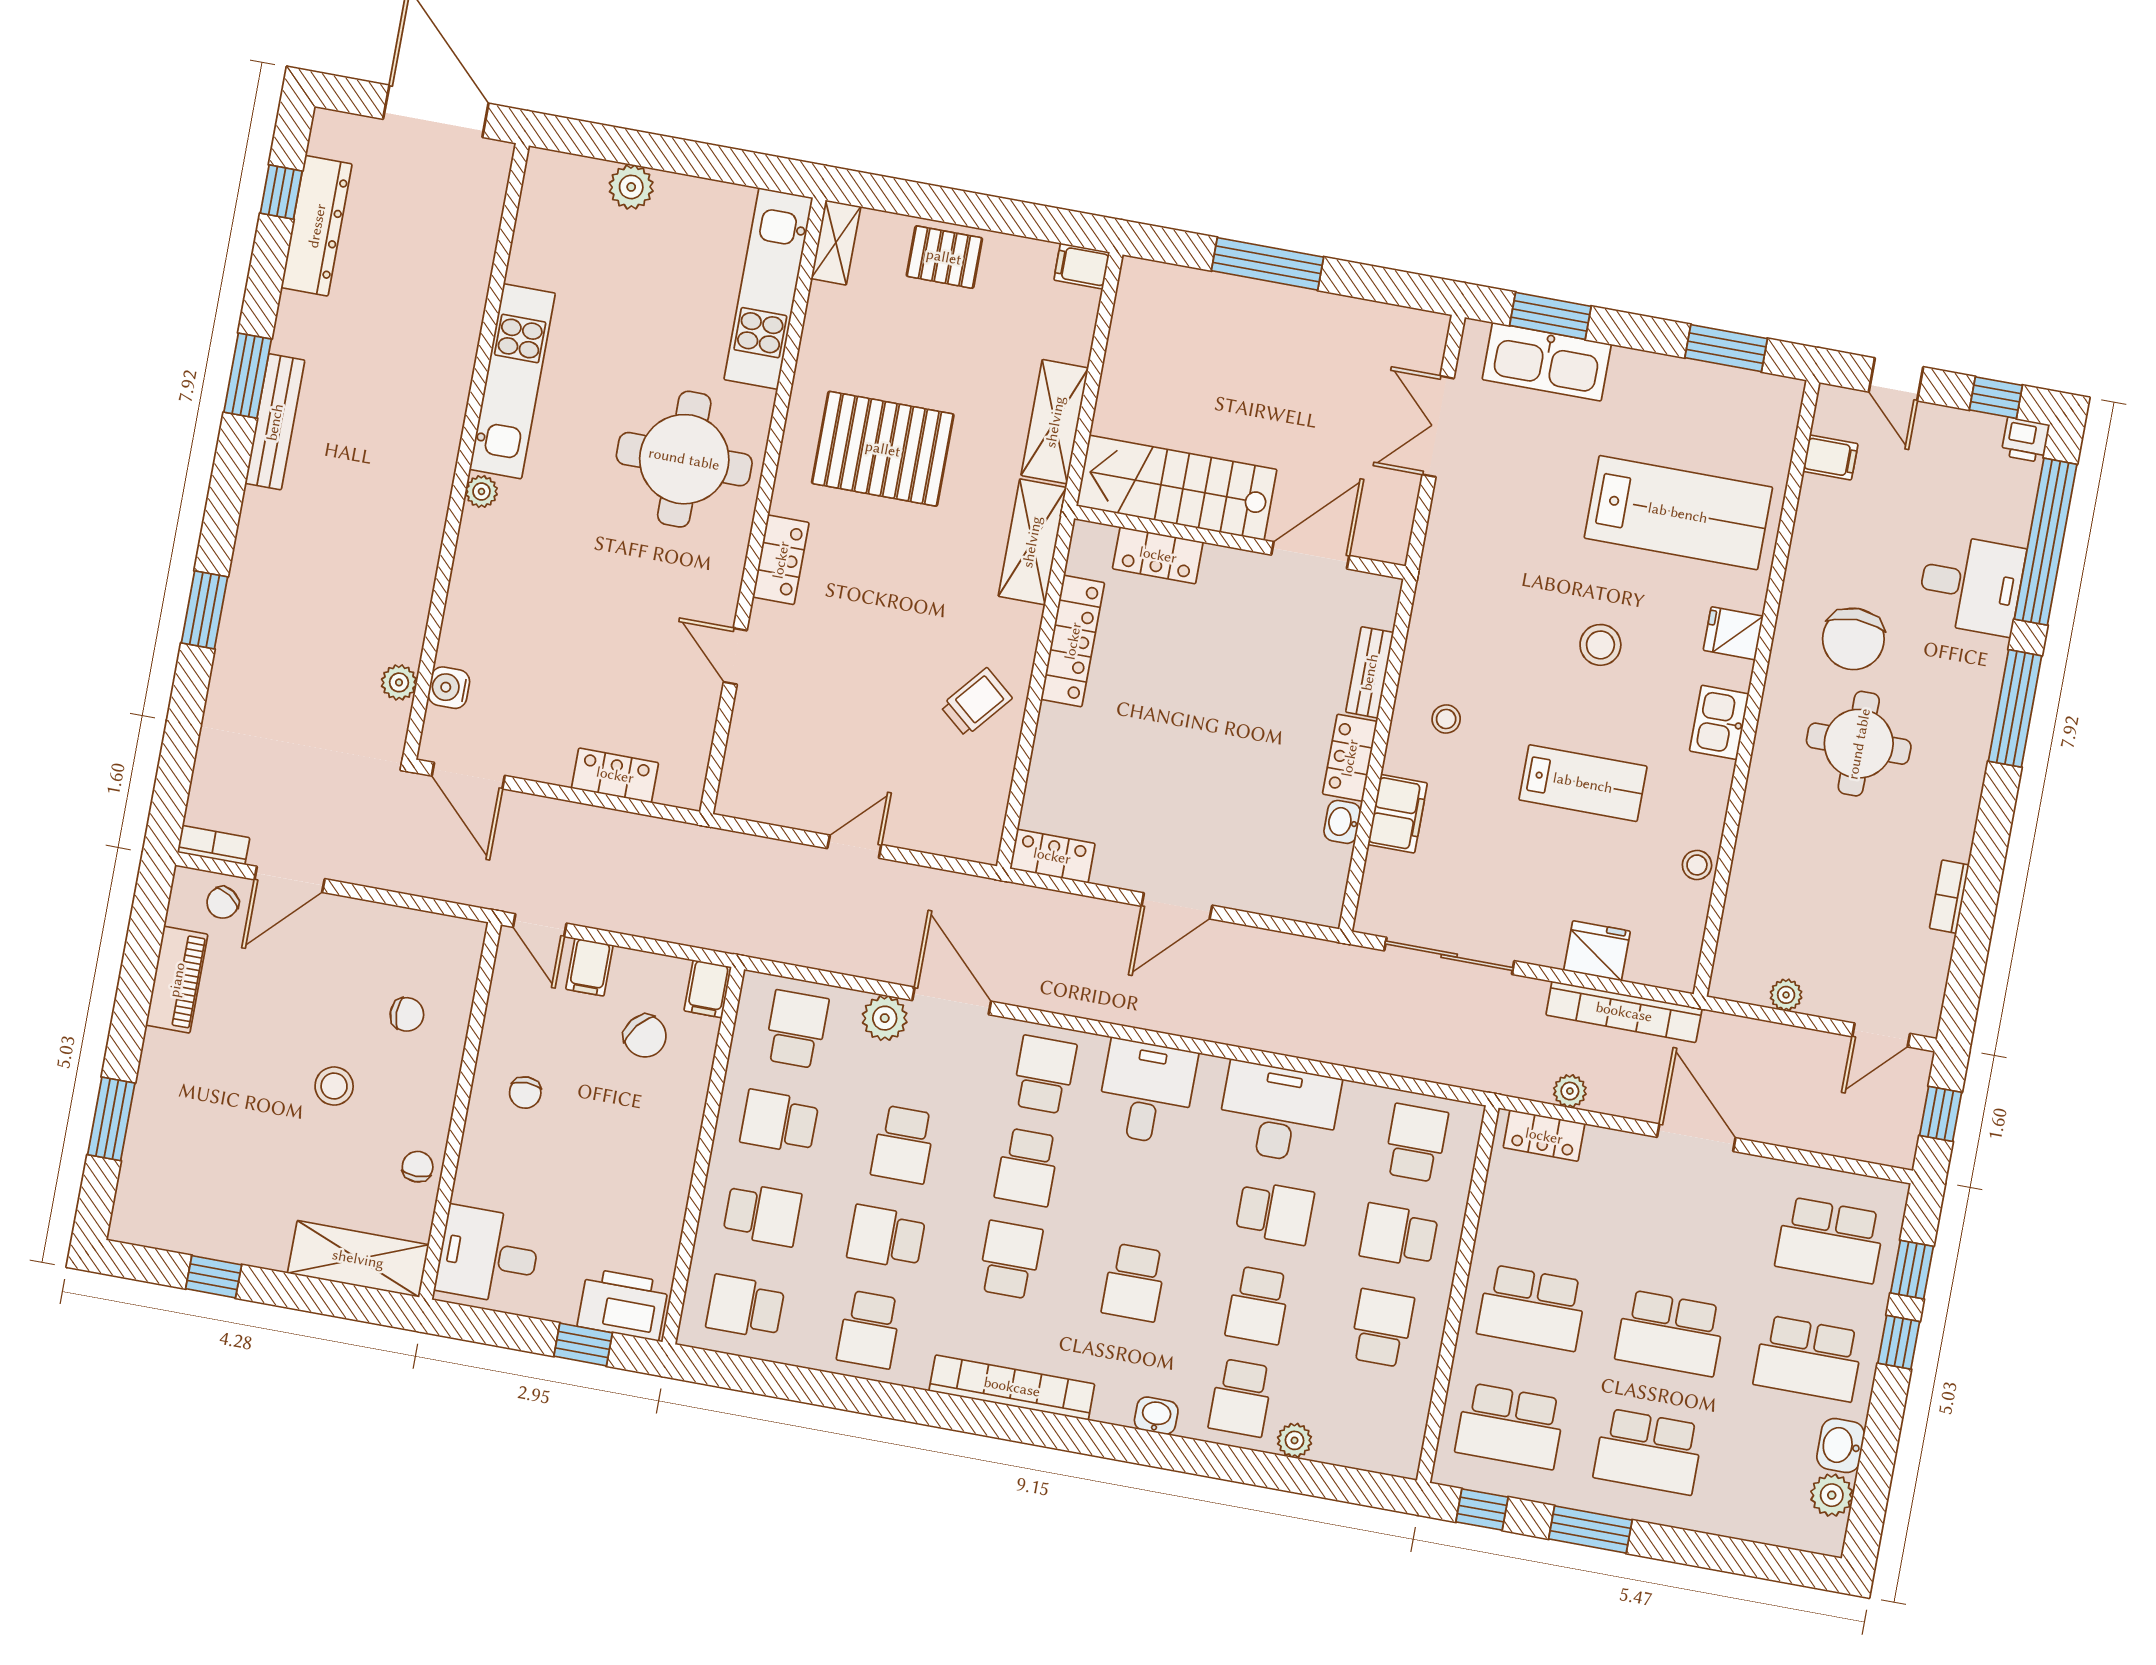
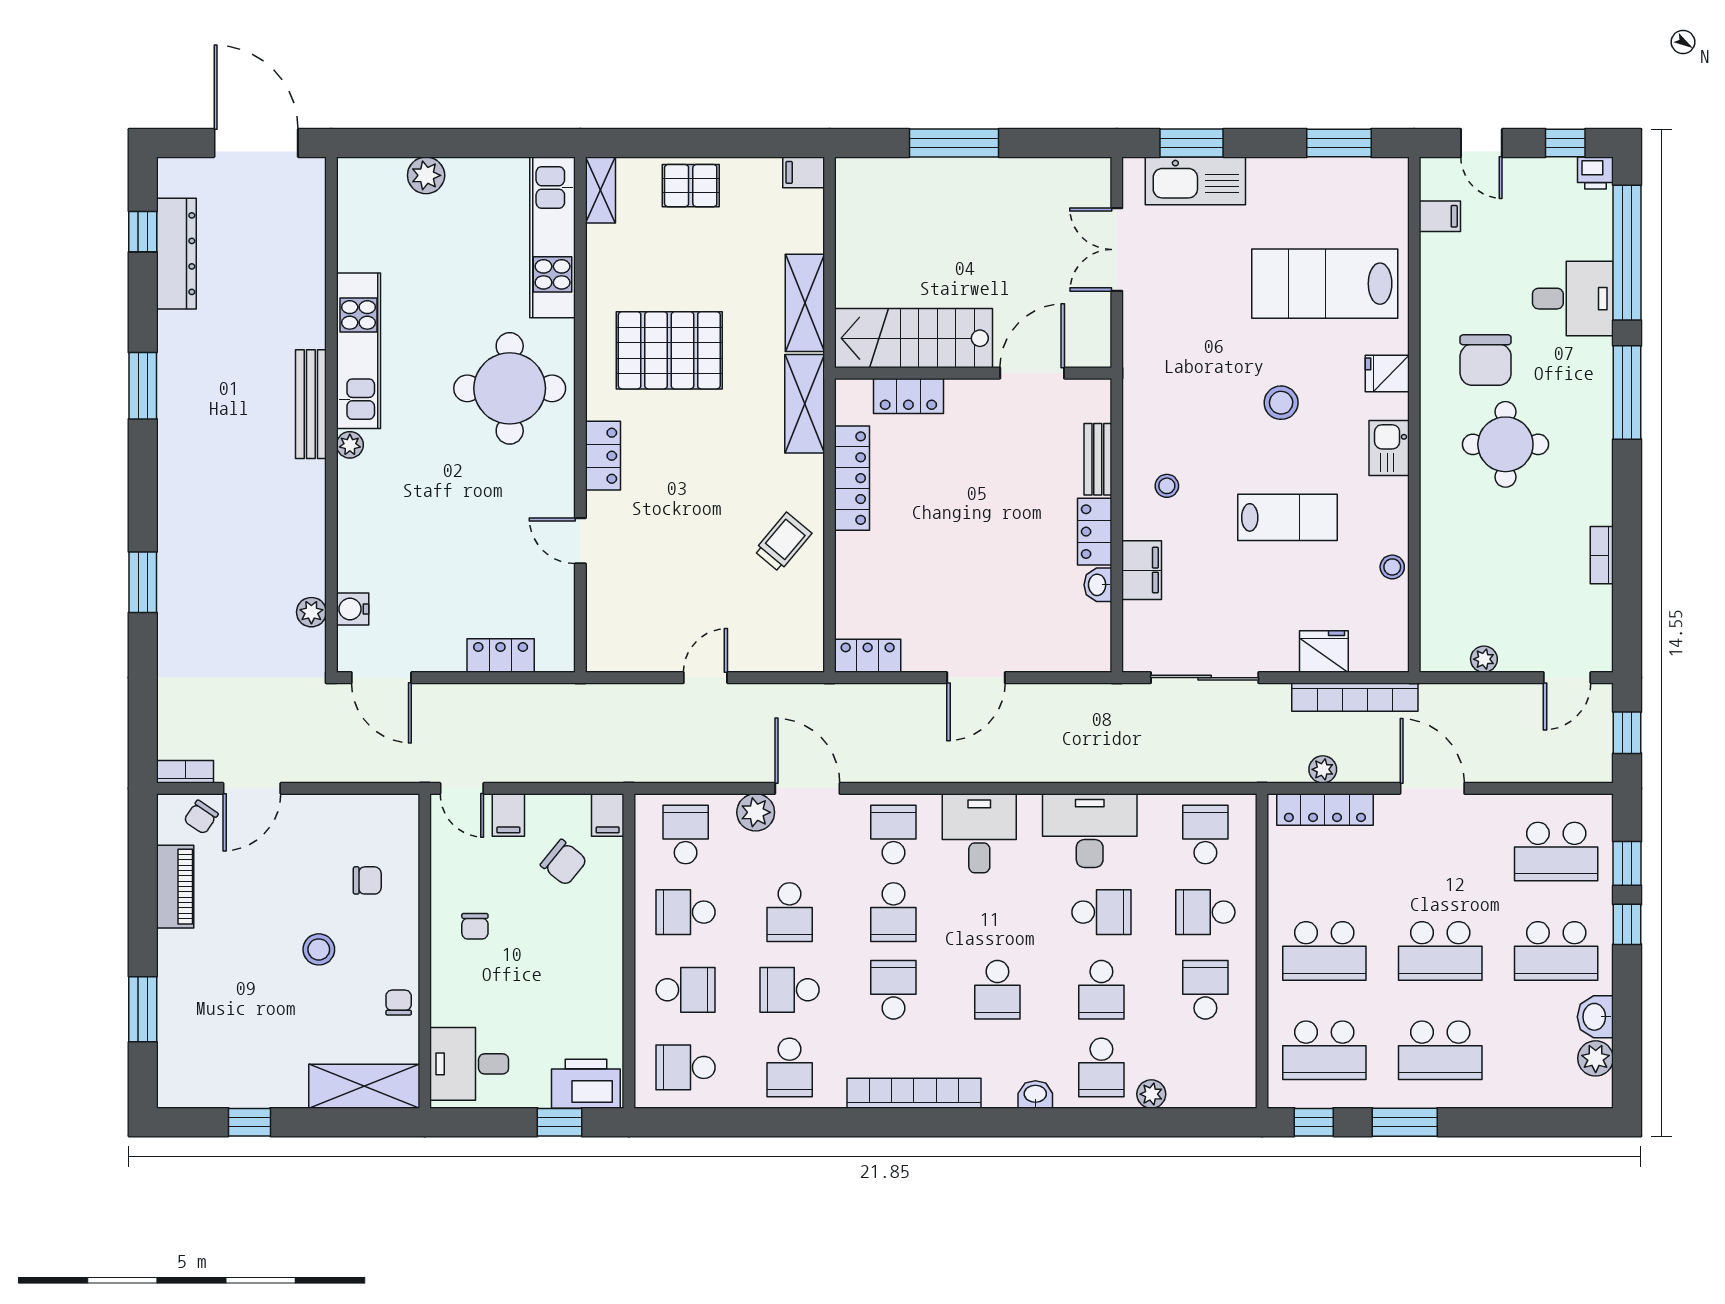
bench: (275, 422) -> (311, 404), moved
lab bench: (1678, 513) -> (1325, 284), turned 180
locker: (1544, 1136) -> (1325, 809), width x1.53

